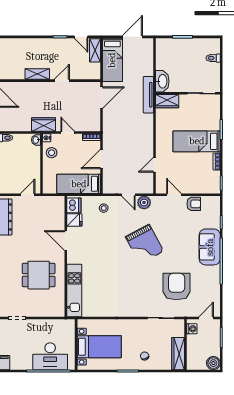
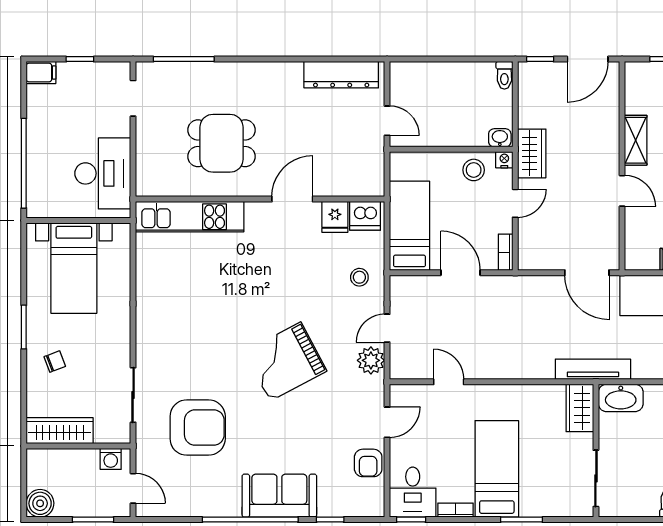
desk: (208, 182) -> (413, 492), added
dining table: (39, 275) -> (221, 143), turned 90
desk: (50, 356) -> (103, 173), moved, turned 180

